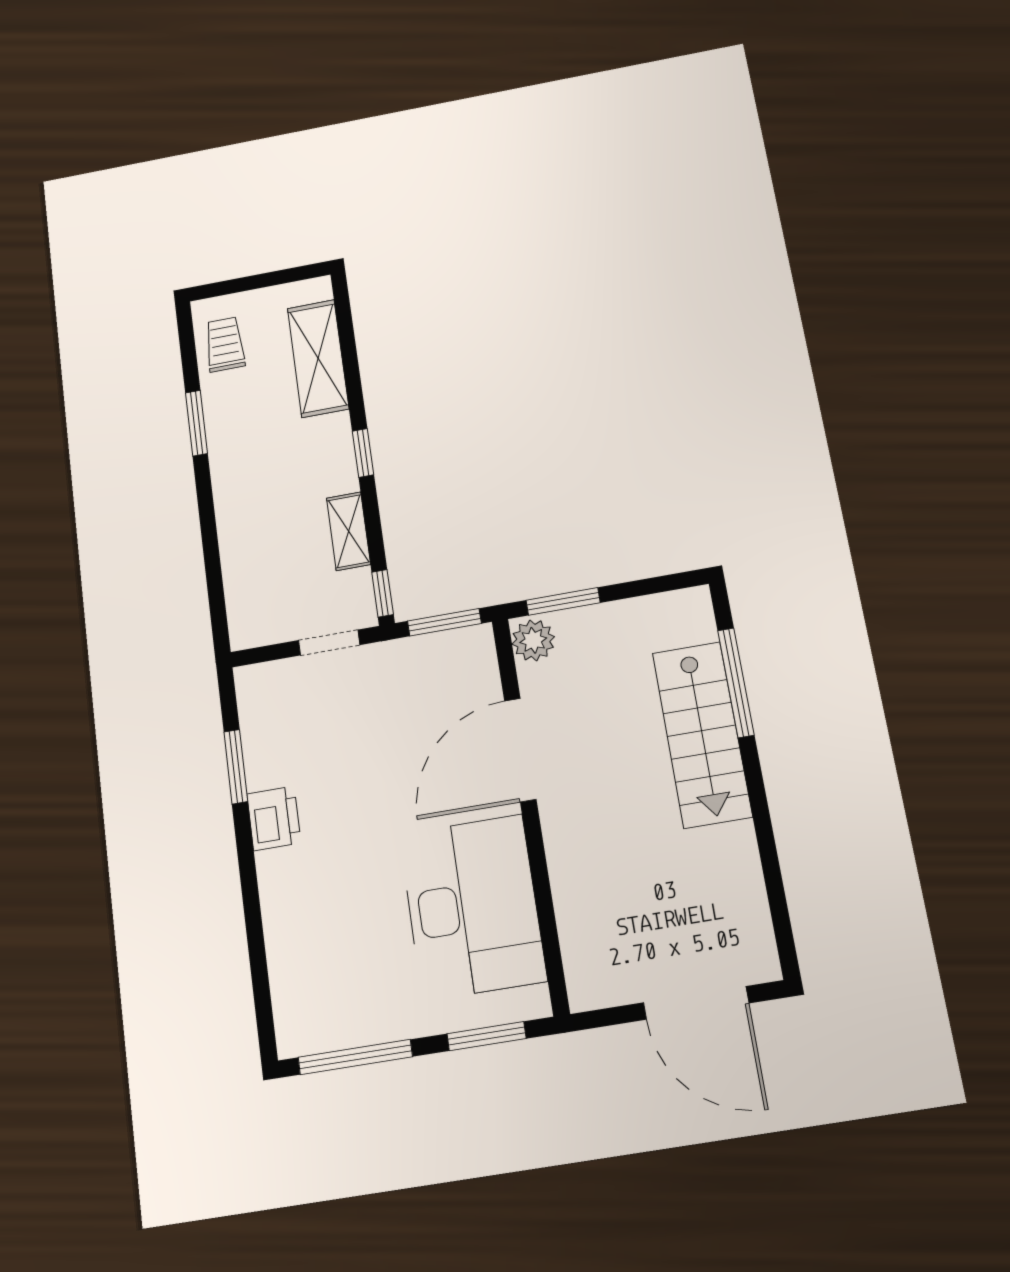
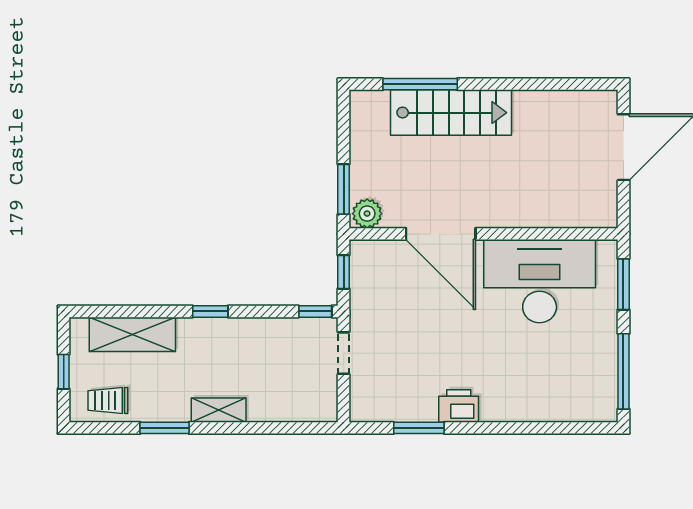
window: (257, 282) -> (64, 372), added
shelving: (348, 531) -> (219, 410), moved
window: (444, 622) -> (344, 272), width x0.67

